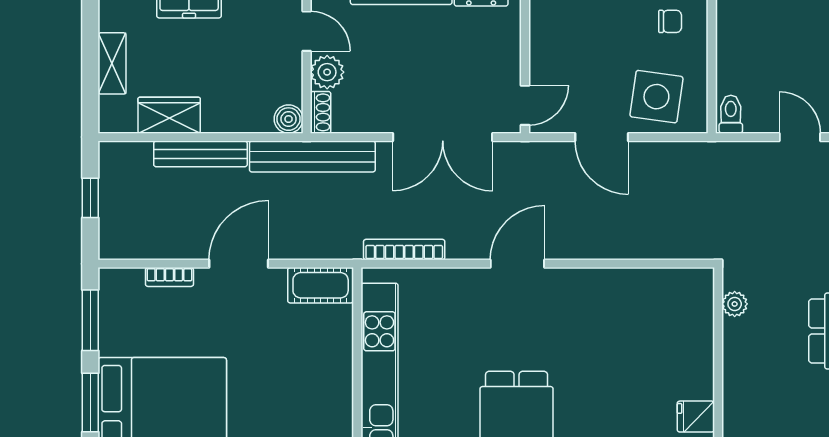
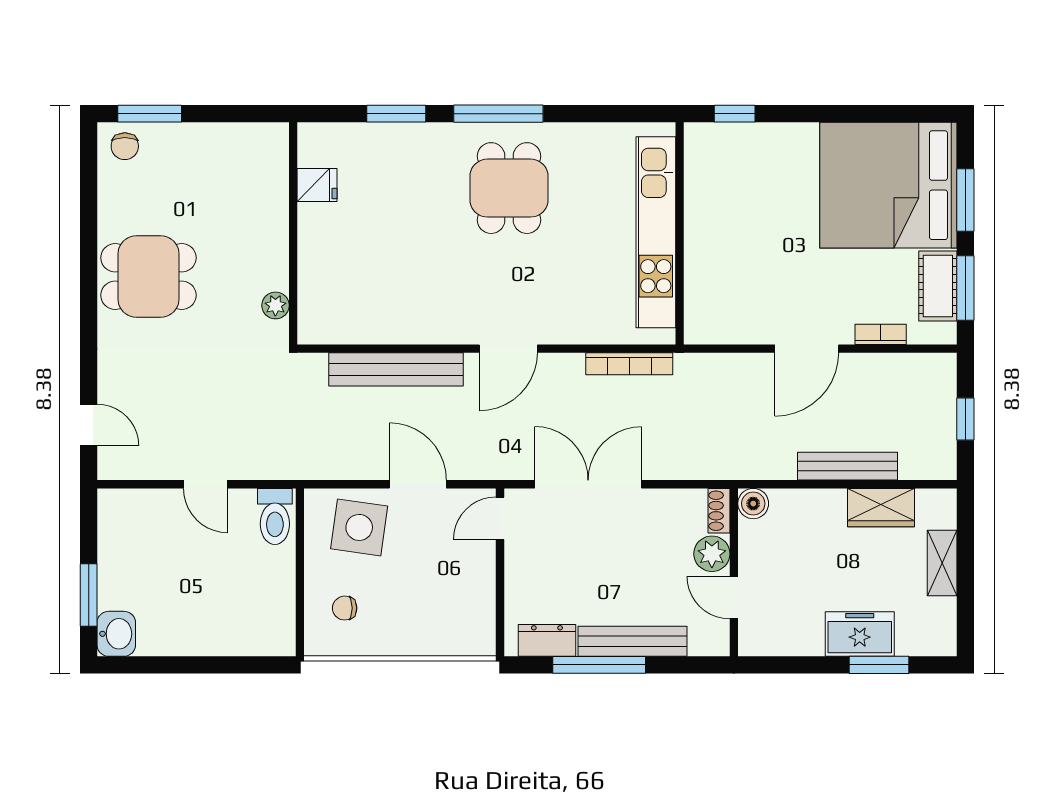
toilet: (731, 114) -> (275, 516), width x1.37, depth x1.39
bench: (312, 156) -> (396, 369), moved
cot: (321, 285) -> (938, 286), moved, turned 90

